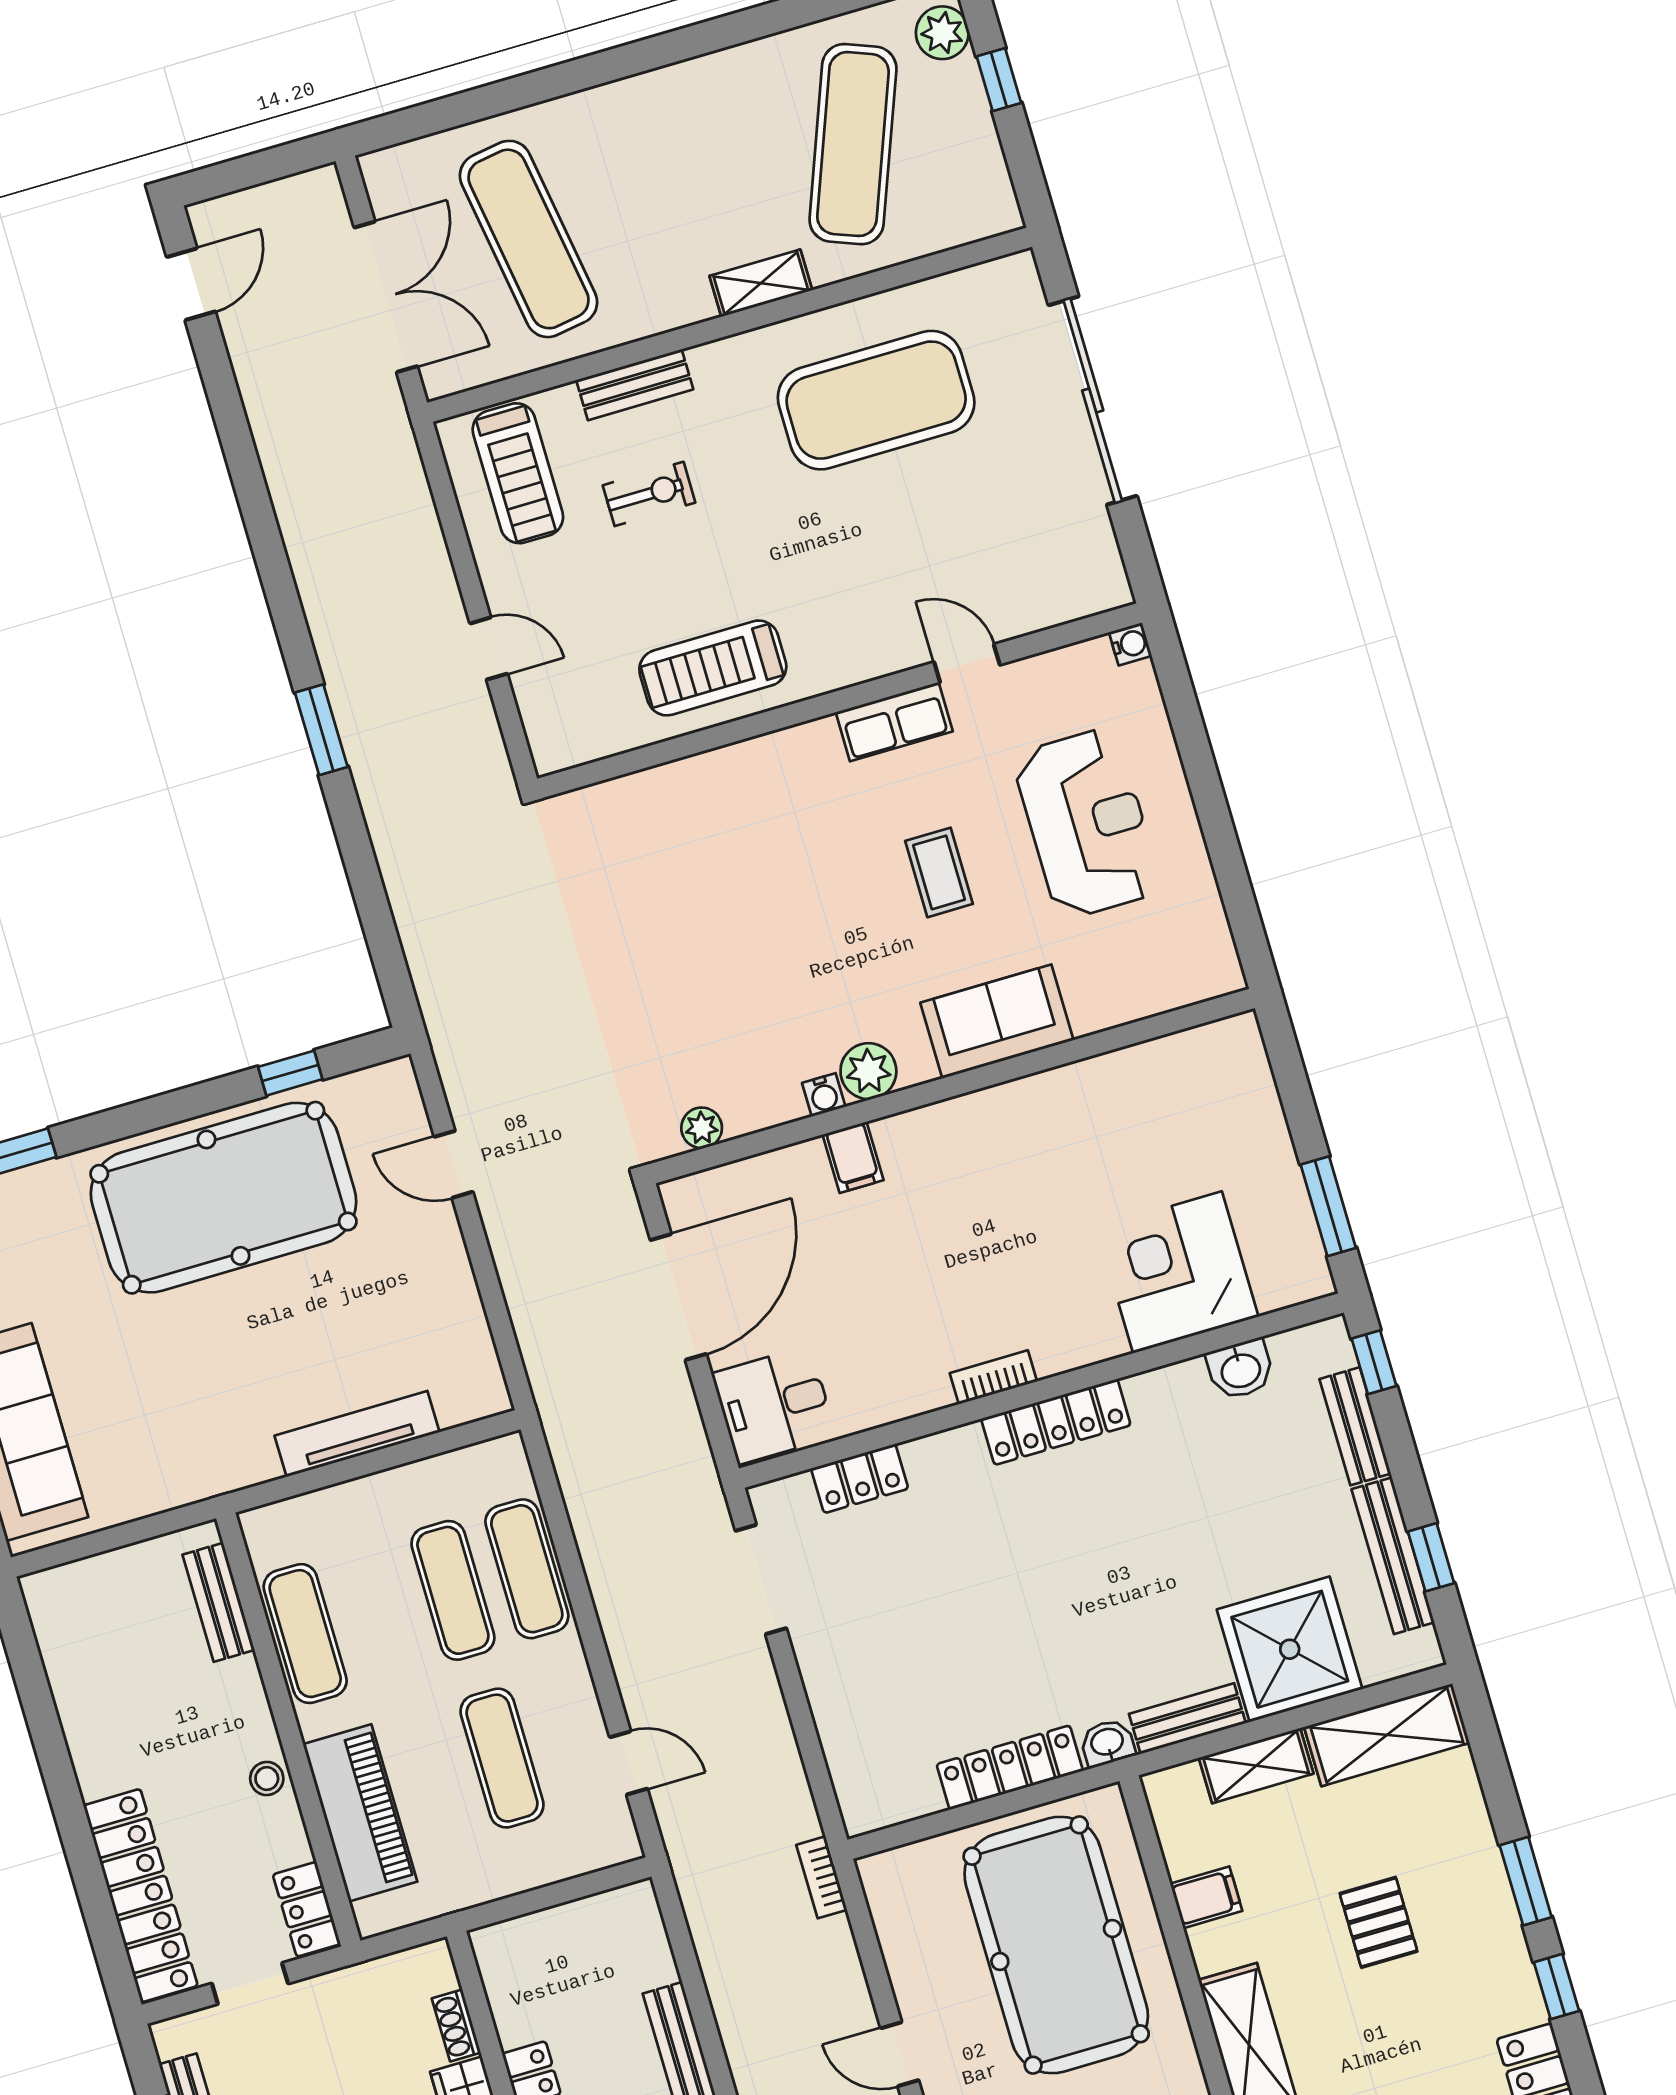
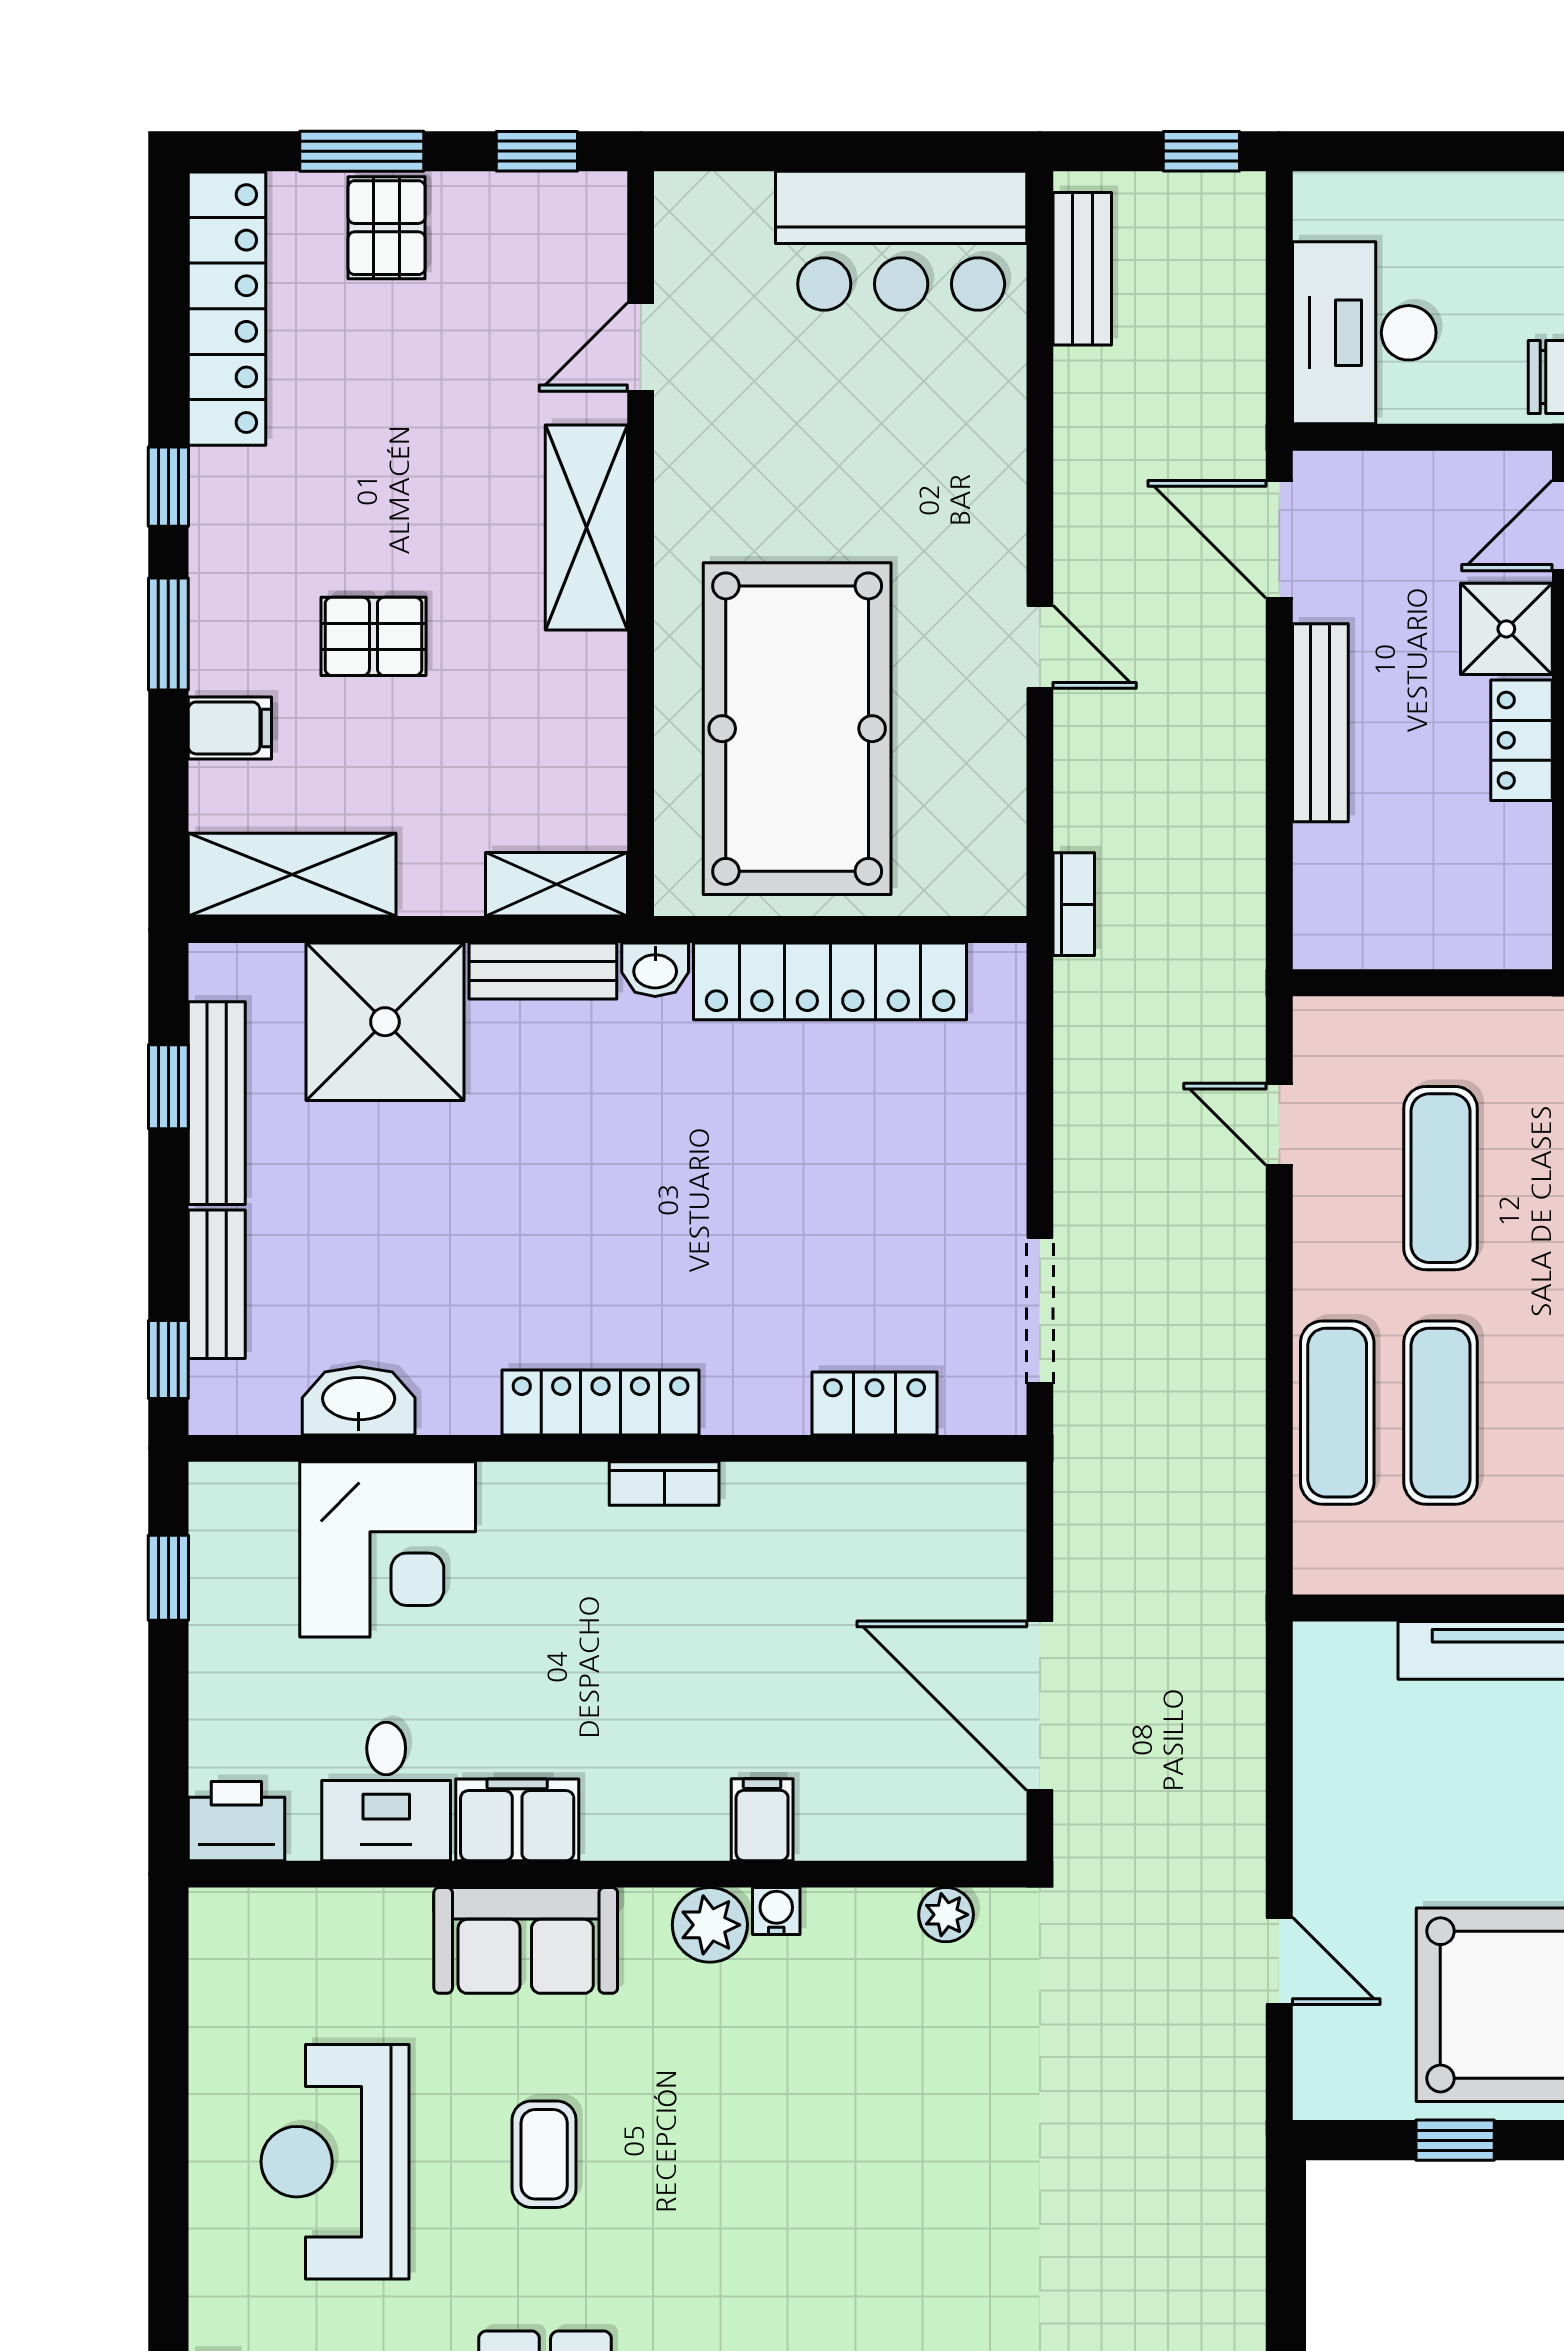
printer: (1229, 1046) -> (236, 1821), added
filing cabinet: (1028, 1106) -> (517, 1820), added
window: (1328, 1206) -> (168, 1578), width x0.67
door: (678, 1297) -> (1040, 1706), hinge flipped
washbasin: (1240, 1369) -> (359, 1401), width x1.38
desk: (774, 1405) -> (386, 1791), moved, turned 90
shelving: (1256, 1766) -> (556, 884), moved
locker: (1010, 1768) -> (830, 981), width x1.41, depth x1.21
filing cabinet: (1206, 1897) -> (230, 728), moved, turned 180
pallet: (1378, 1922) -> (373, 636), turned 90

